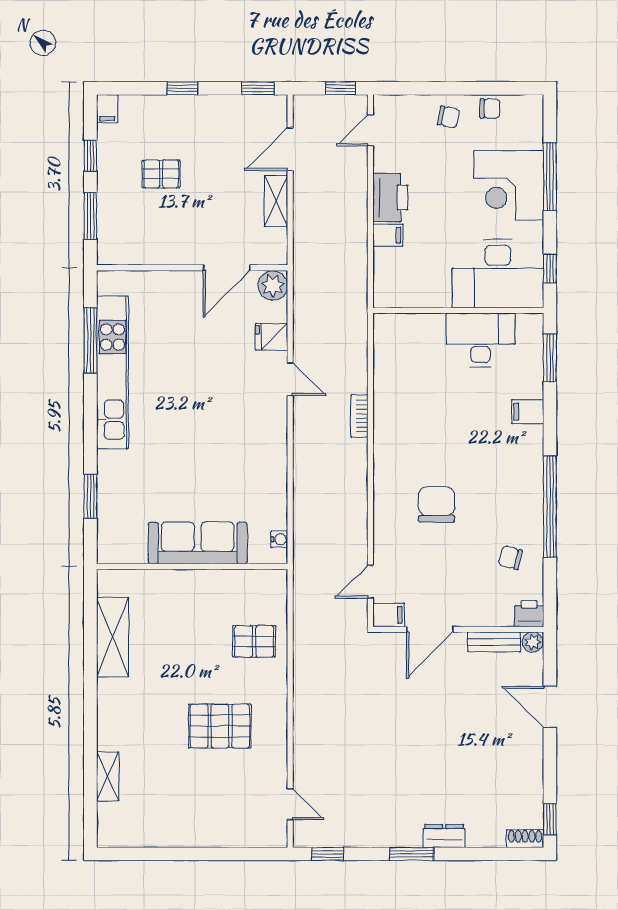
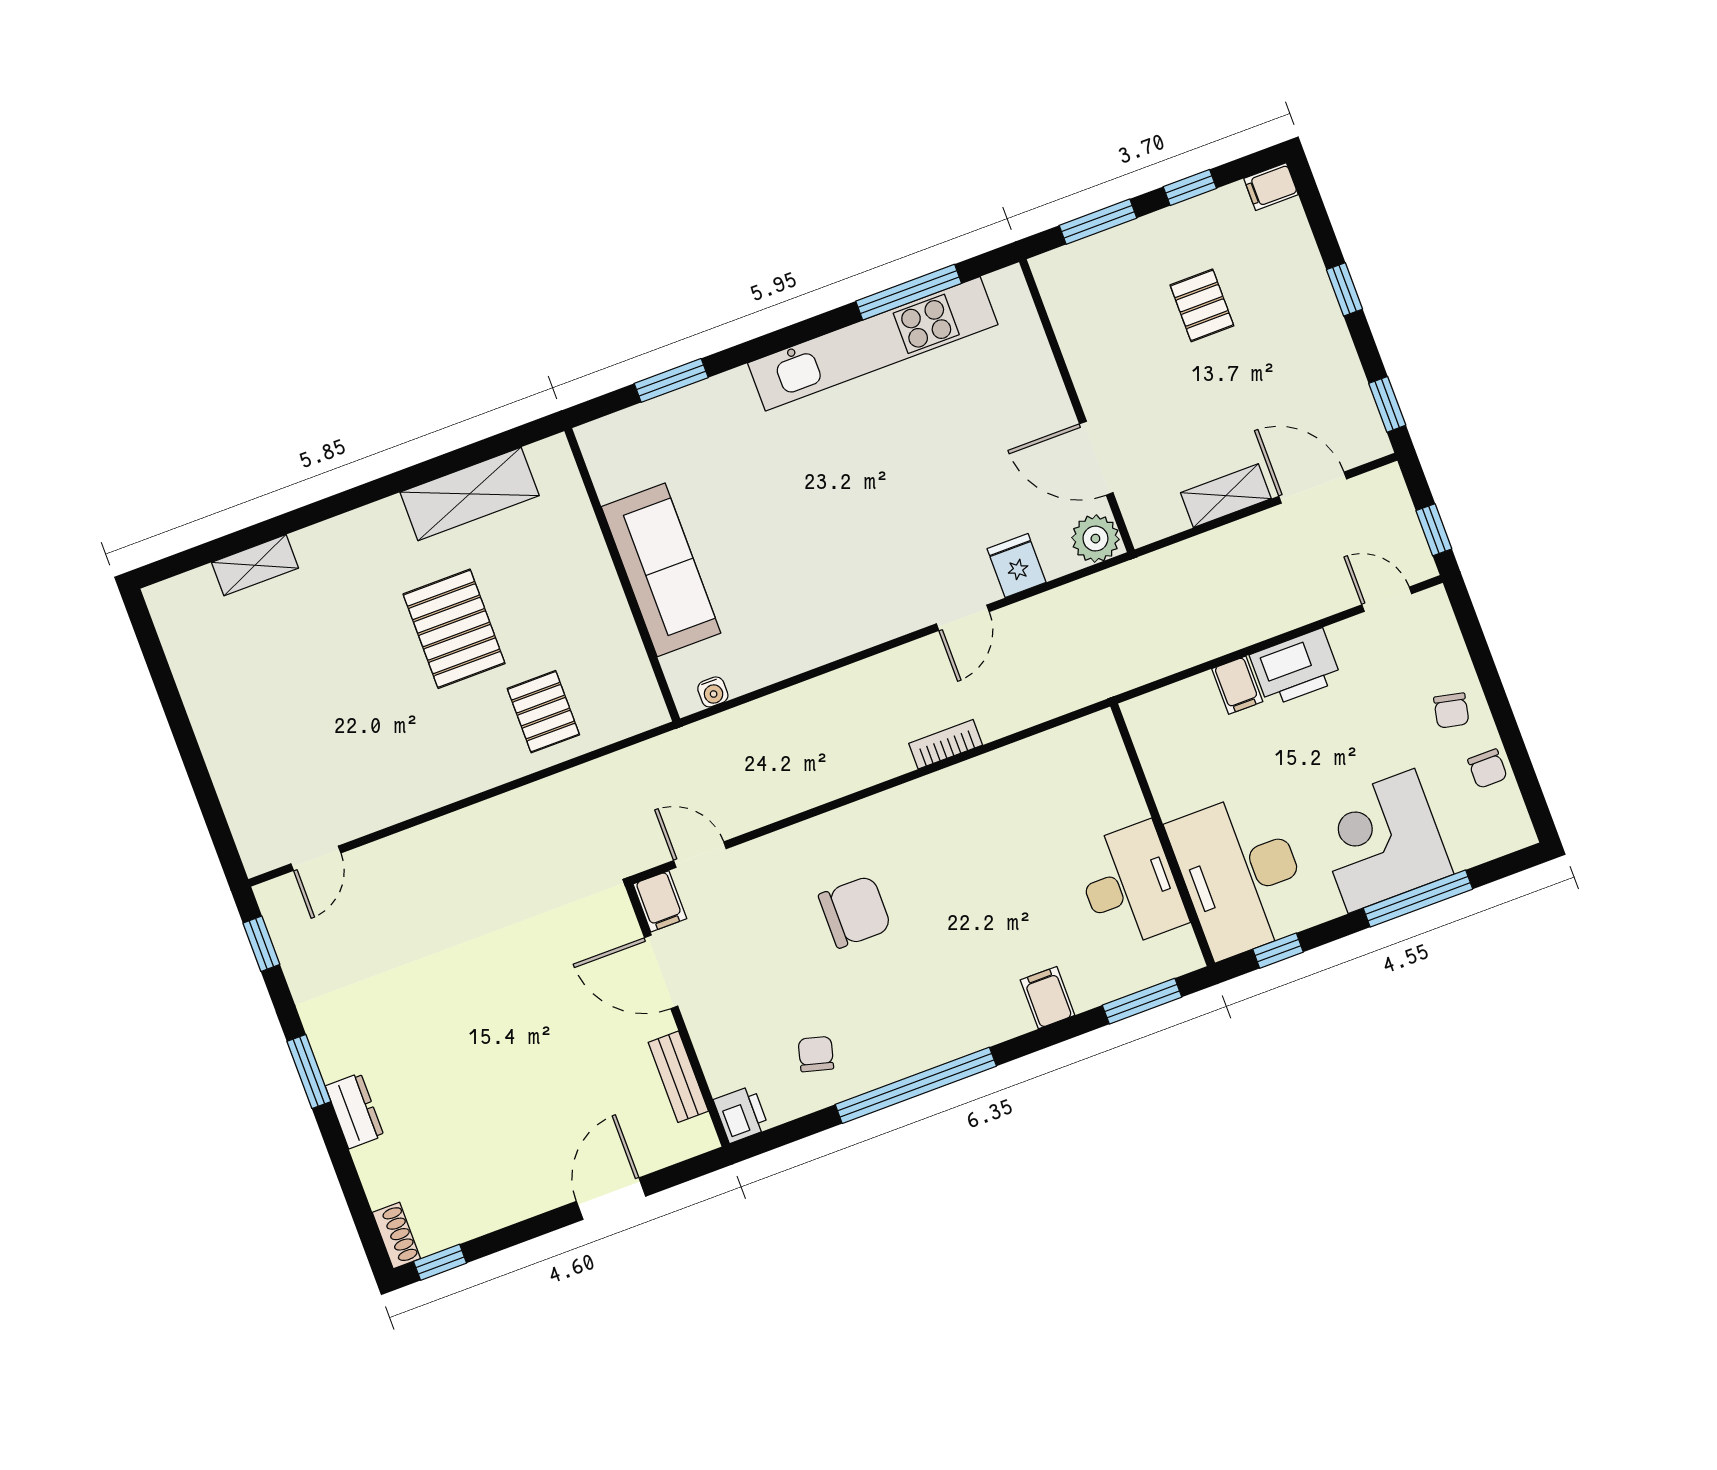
plant: (533, 642) -> (700, 1136), removed
pallet: (220, 726) -> (454, 629), moved

